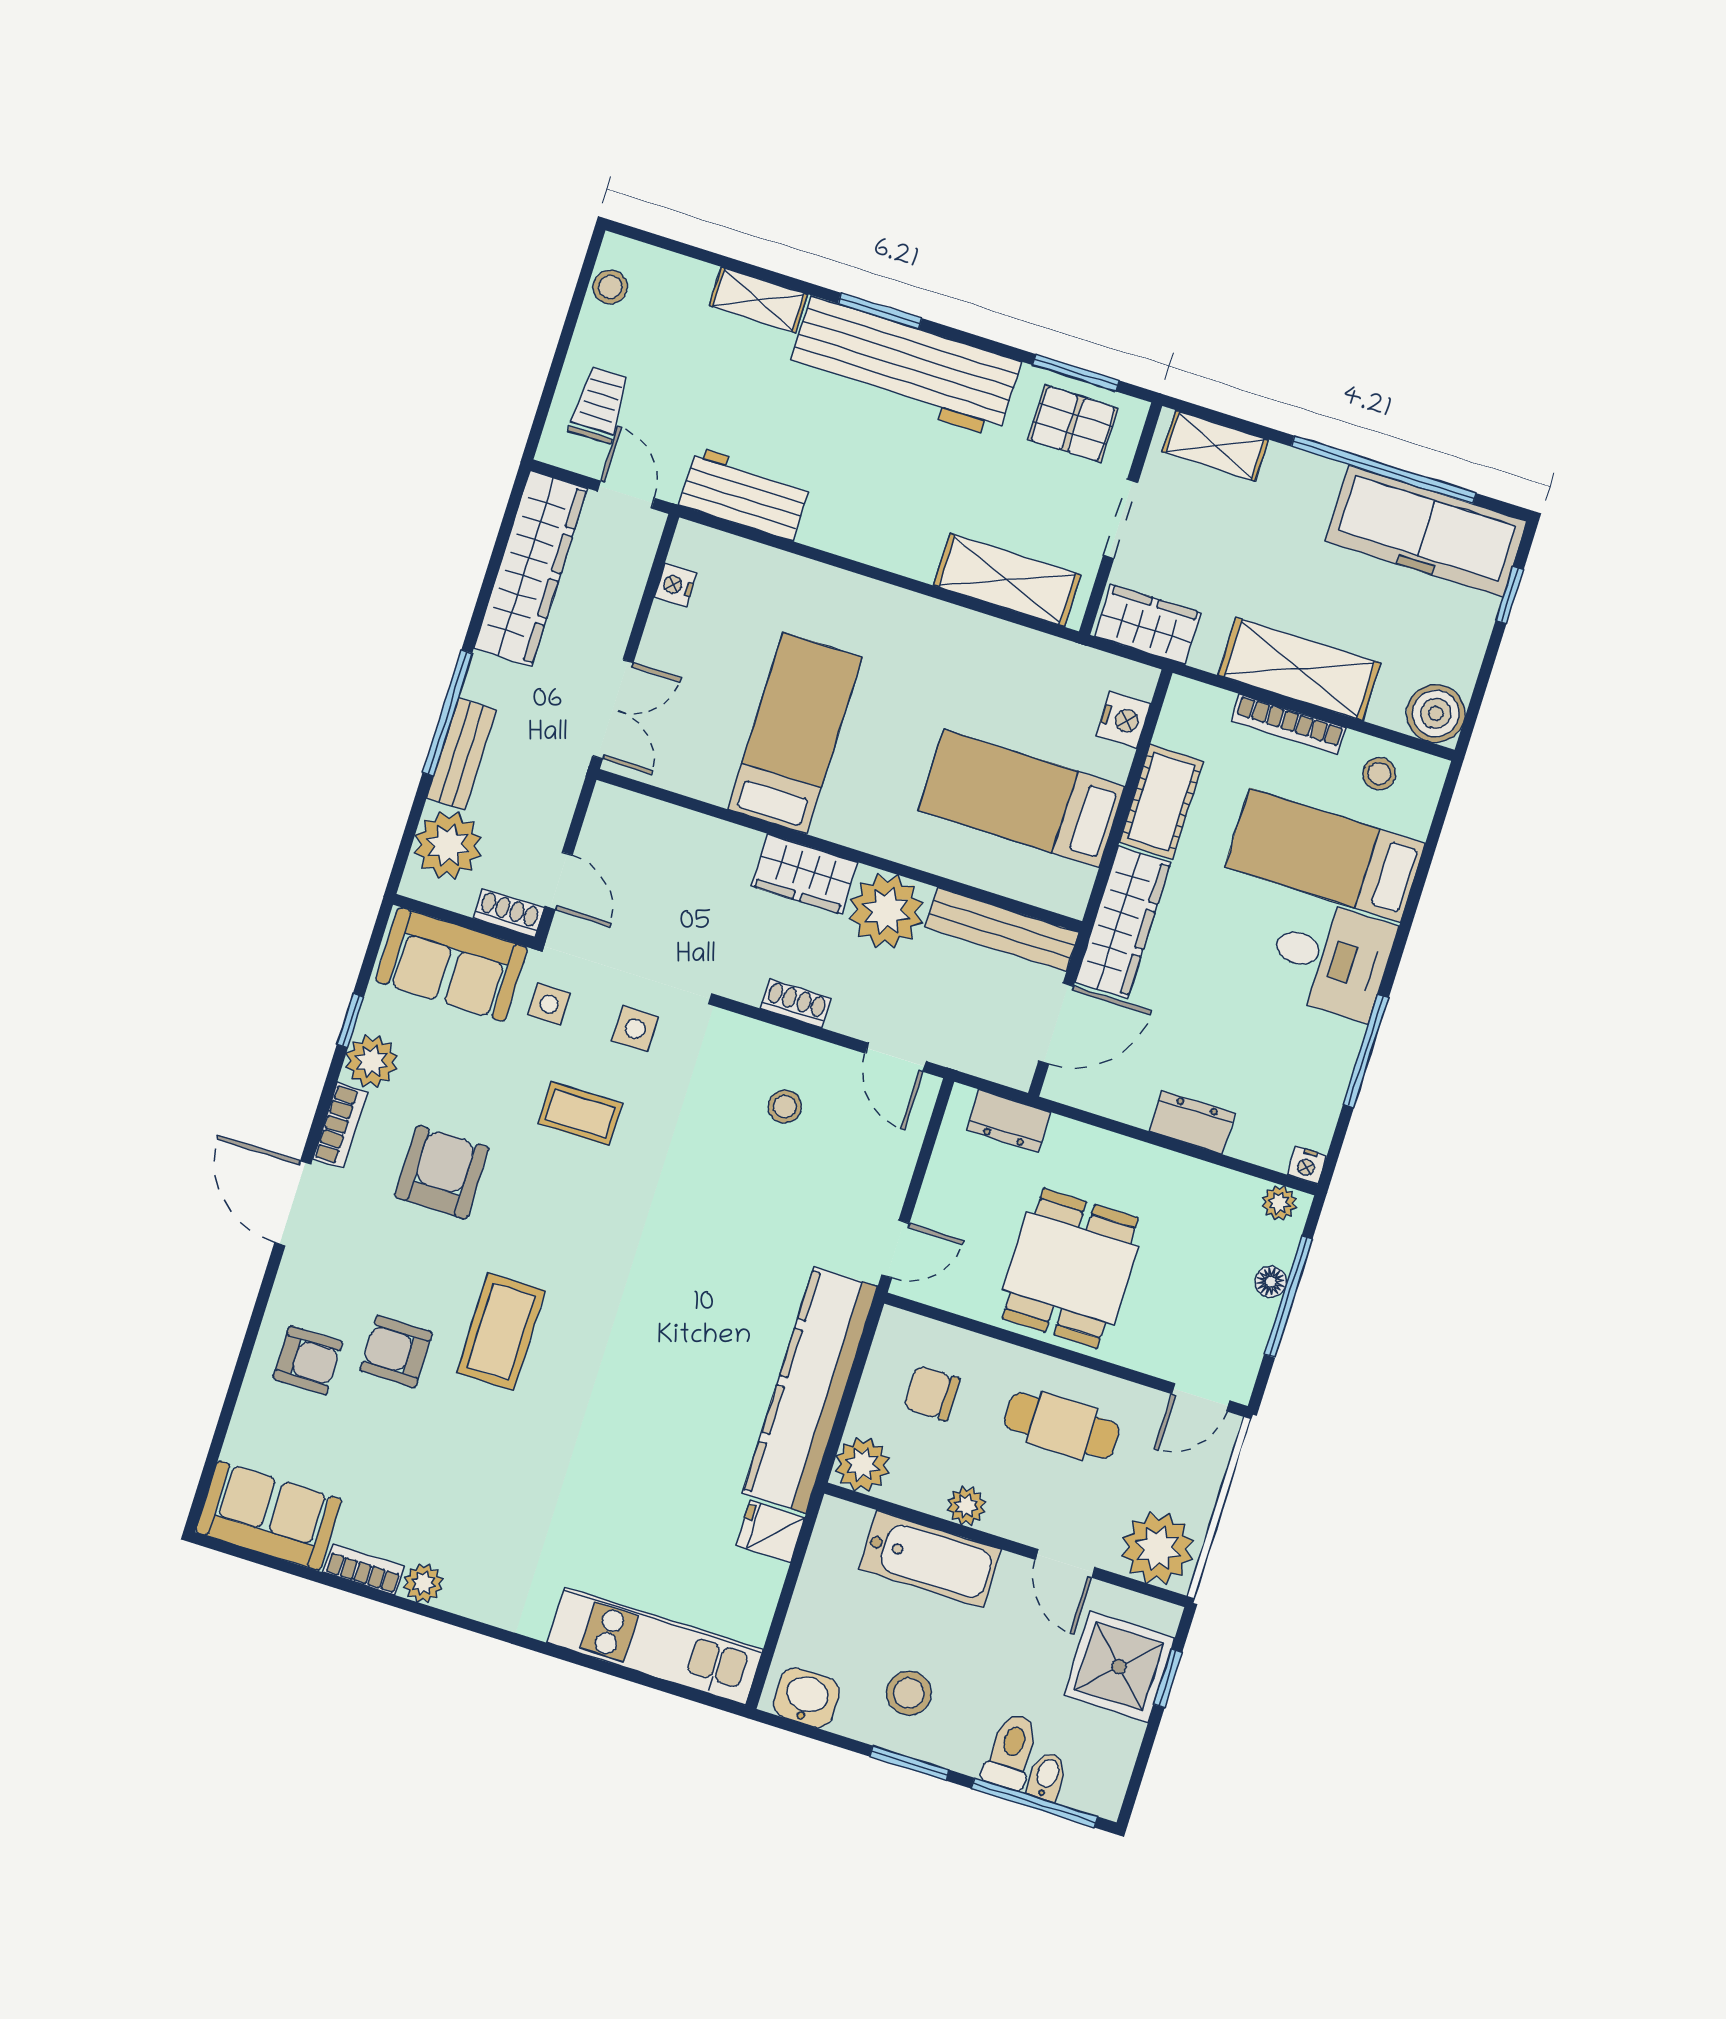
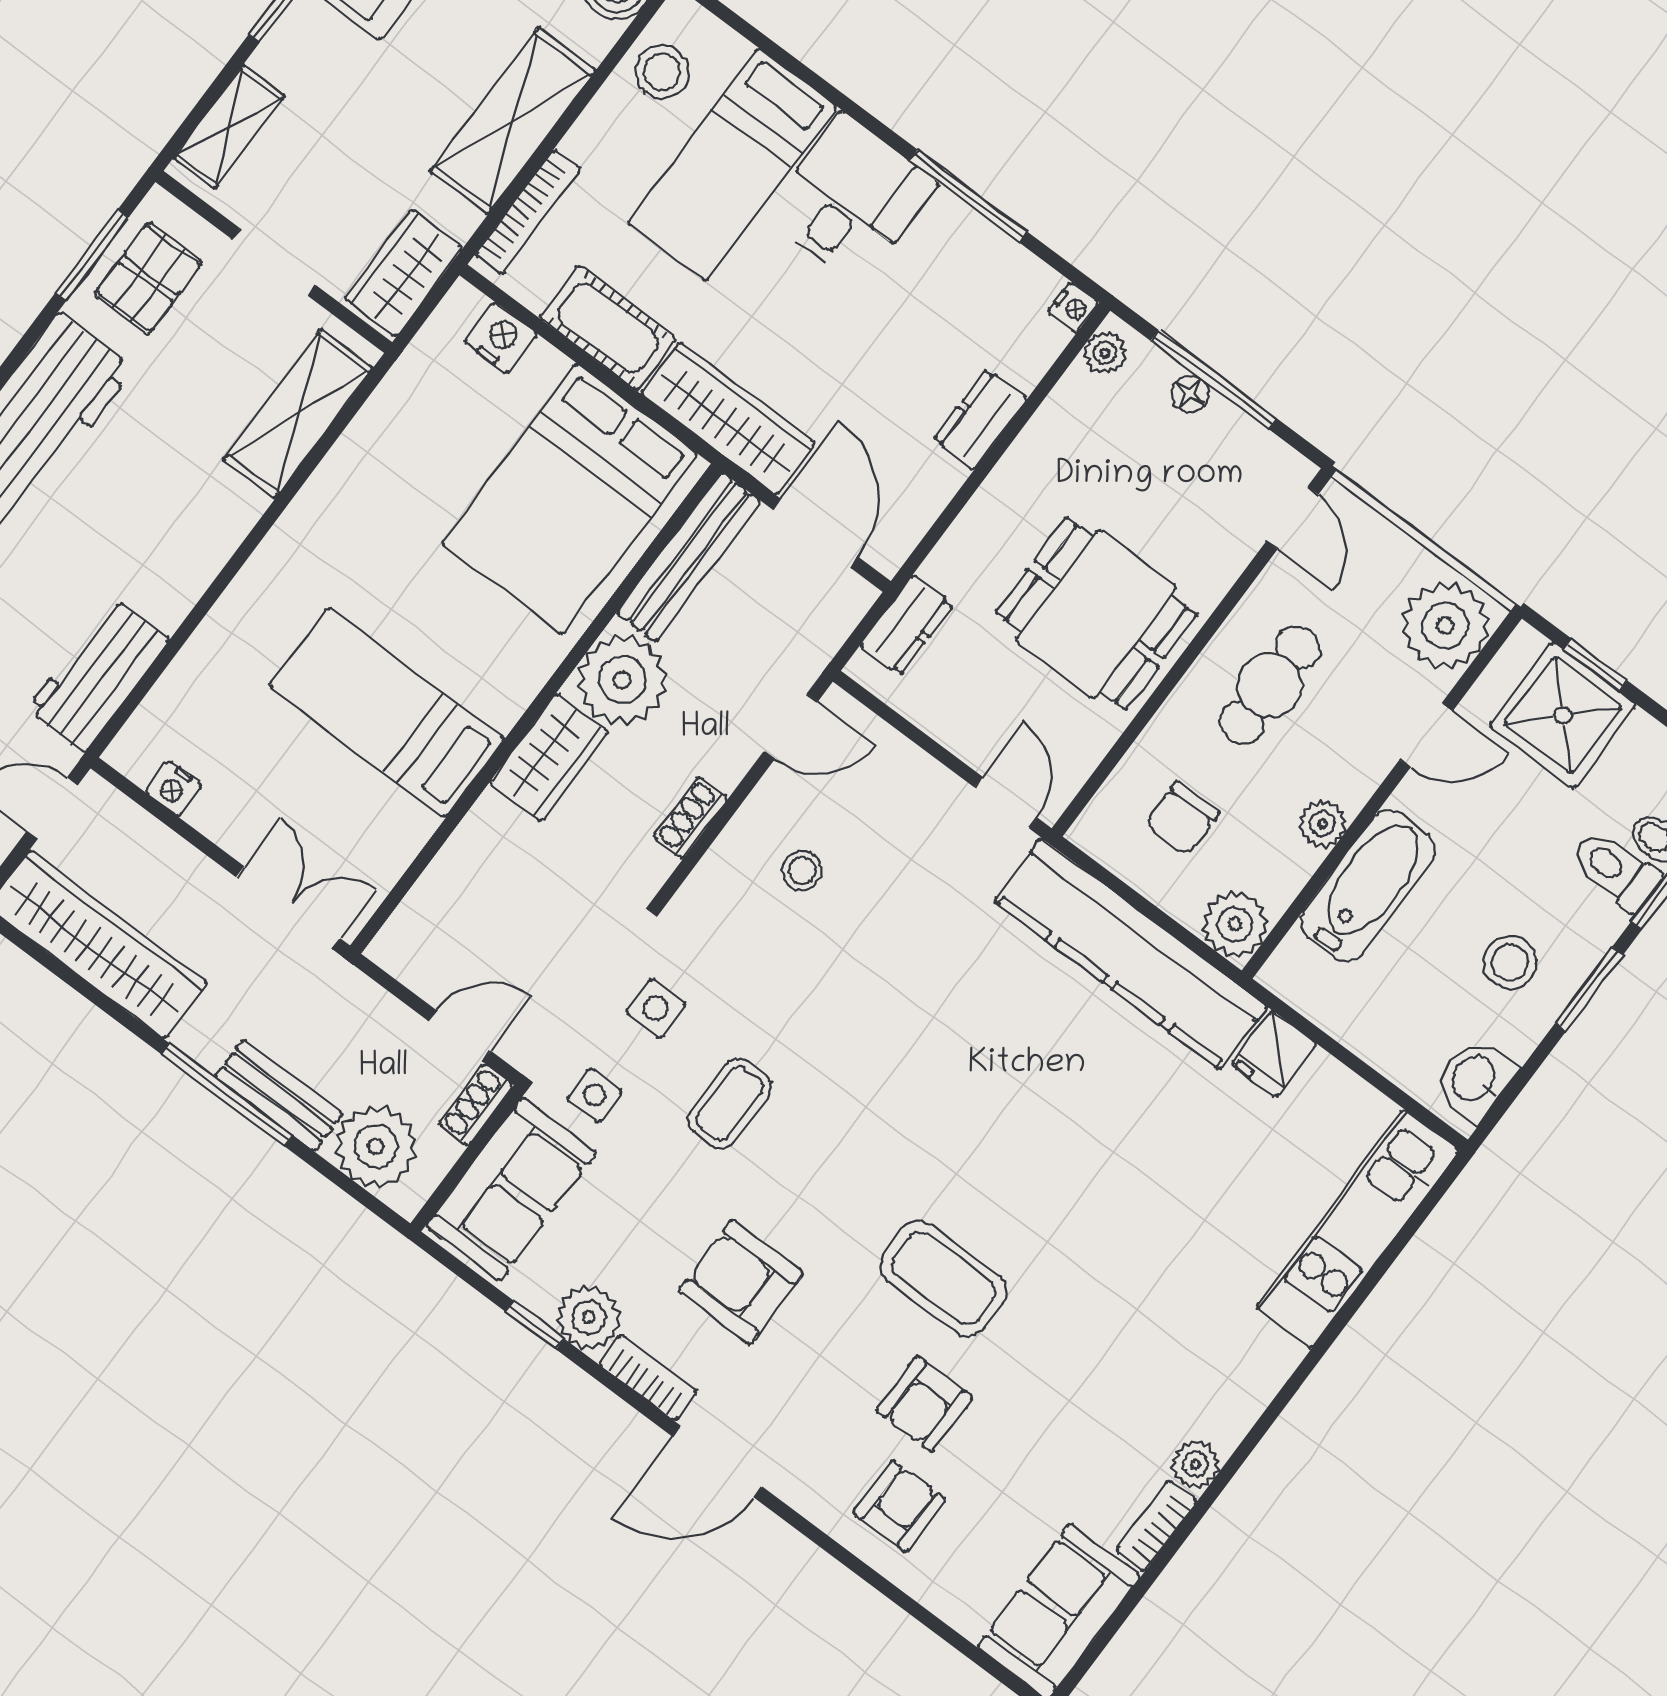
bookcase: (1289, 724) -> (528, 212), moved
stool: (1379, 774) -> (662, 72), width x1.37, depth x1.37
bed: (1021, 799) -> (570, 499), width x1.50

